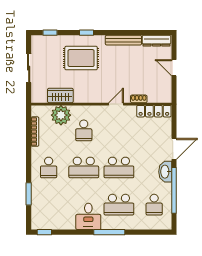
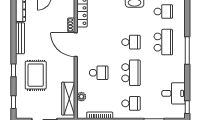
wardrobe: (60, 95) -> (68, 99), width x1.50
door: (116, 104) -> (76, 45), width x1.88
plant: (61, 115) -> (81, 97), width x0.53, depth x0.53
school desk: (119, 167) -> (131, 42), width x0.54
desk: (88, 216) -> (174, 93), moved

